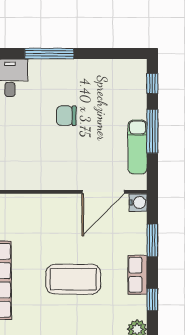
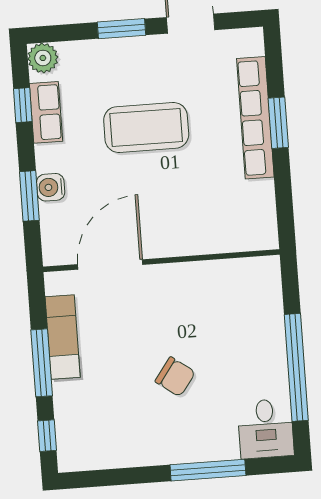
chair: (66, 116) -> (175, 377), turned 36
water cooler: (138, 203) -> (51, 187), moved
row of seats: (138, 275) -> (46, 112), moved

